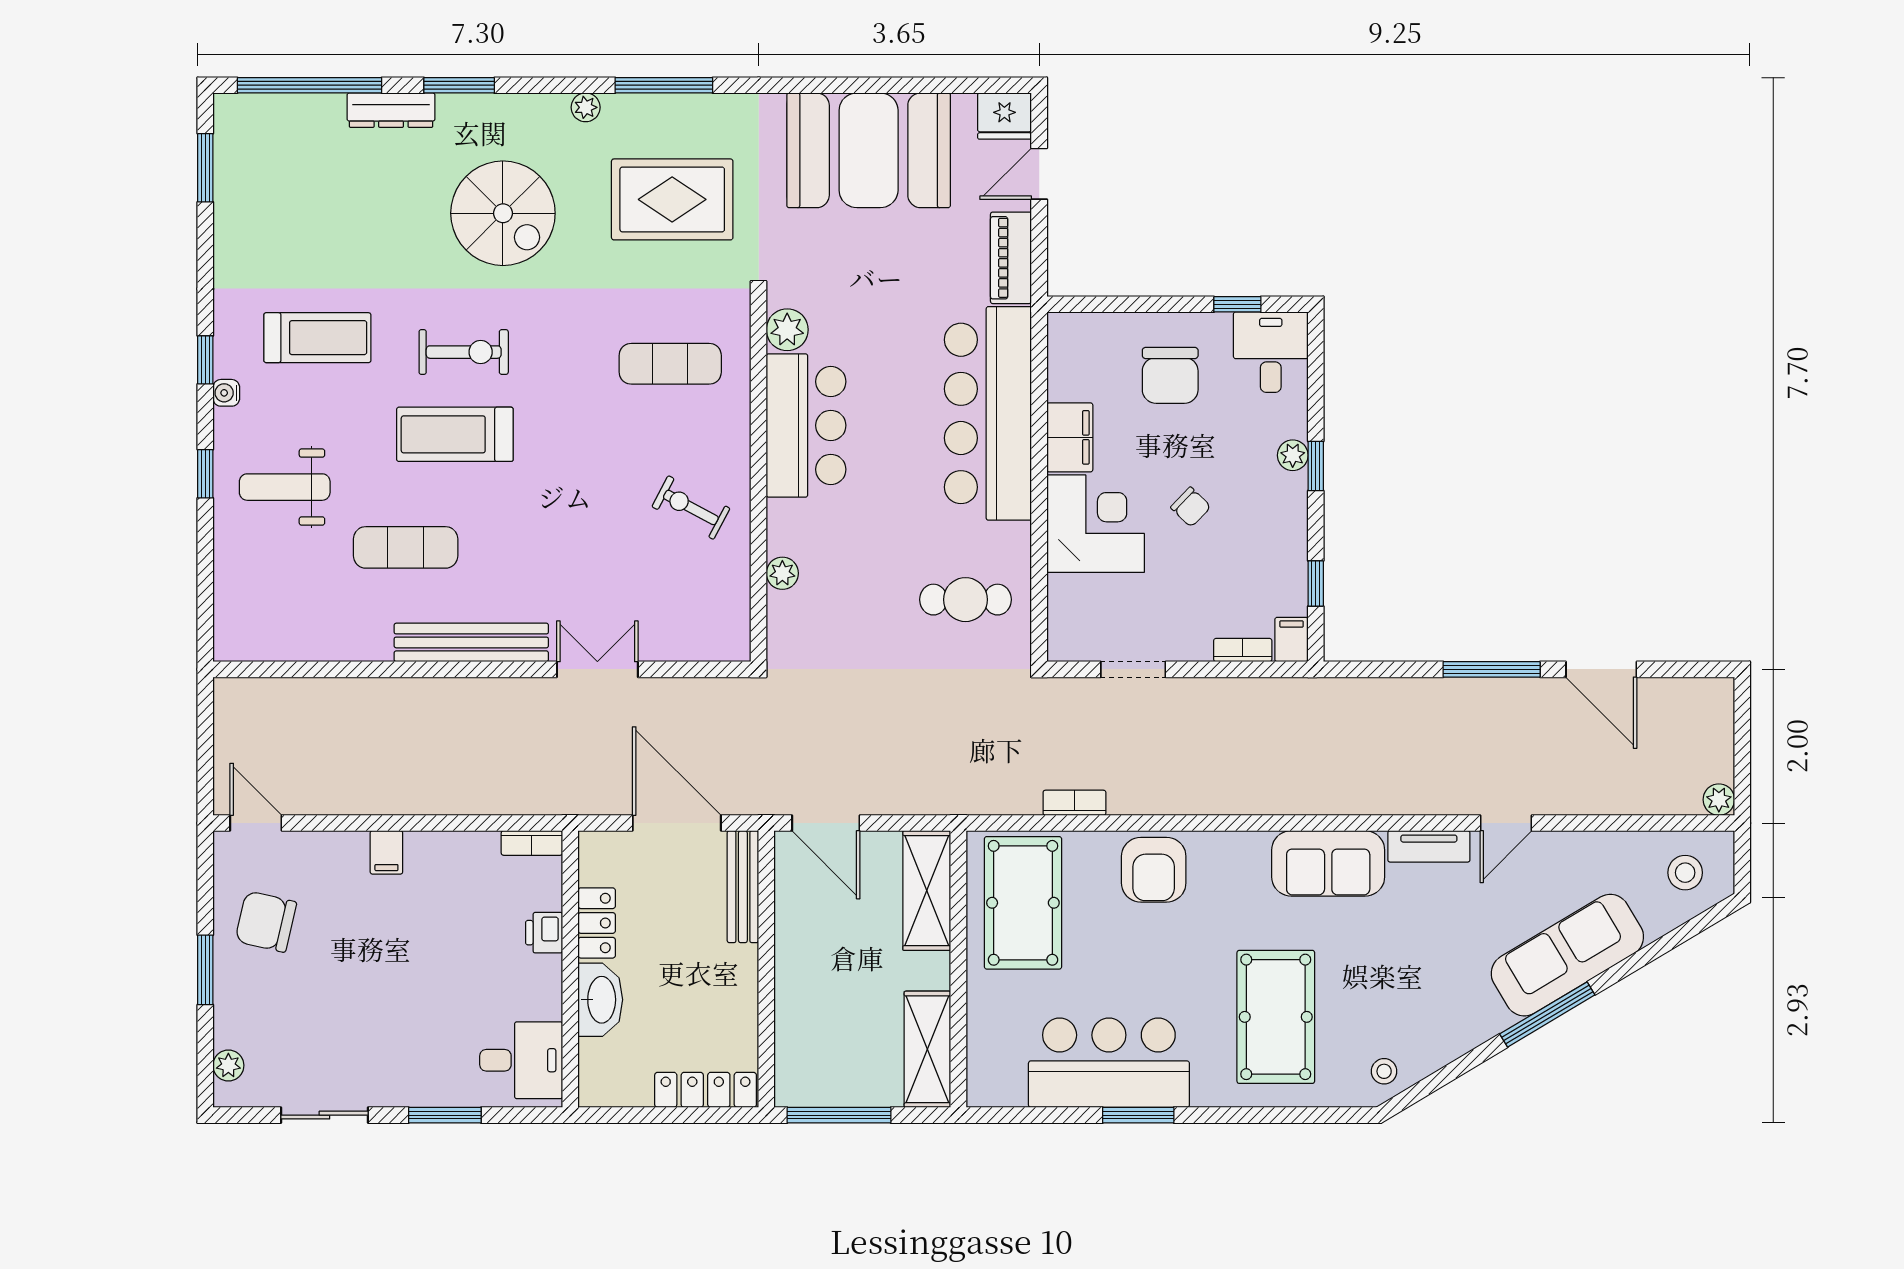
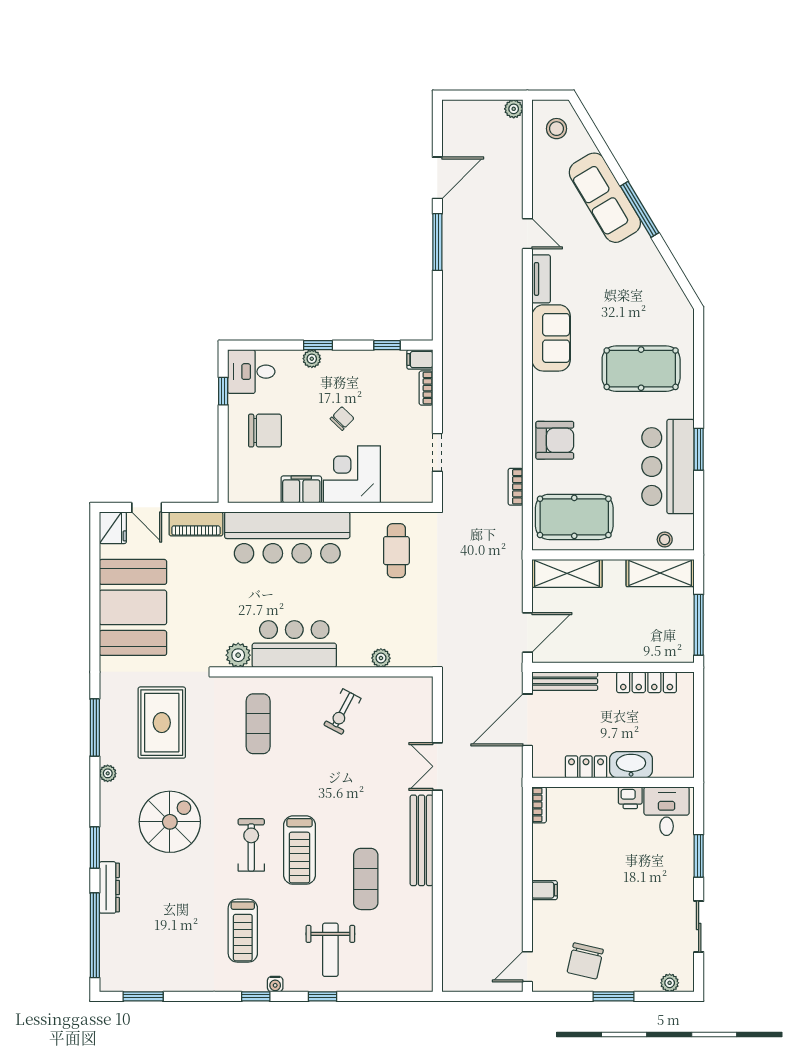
treadmill: (317, 338) -> (243, 931), turned 180
printer: (544, 933) -> (630, 798), moved
stool: (1384, 1071) -> (665, 540), moved
locker: (706, 1090) -> (647, 682), moved, turned -90

